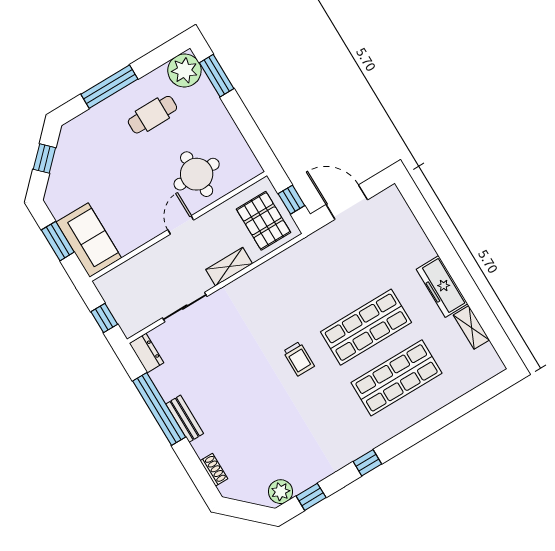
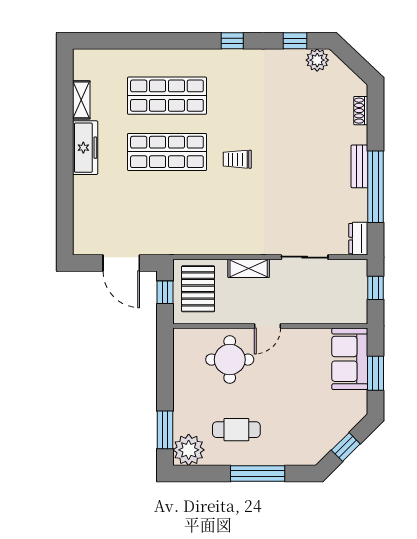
trolley: (299, 359) -> (237, 159), turned -90

